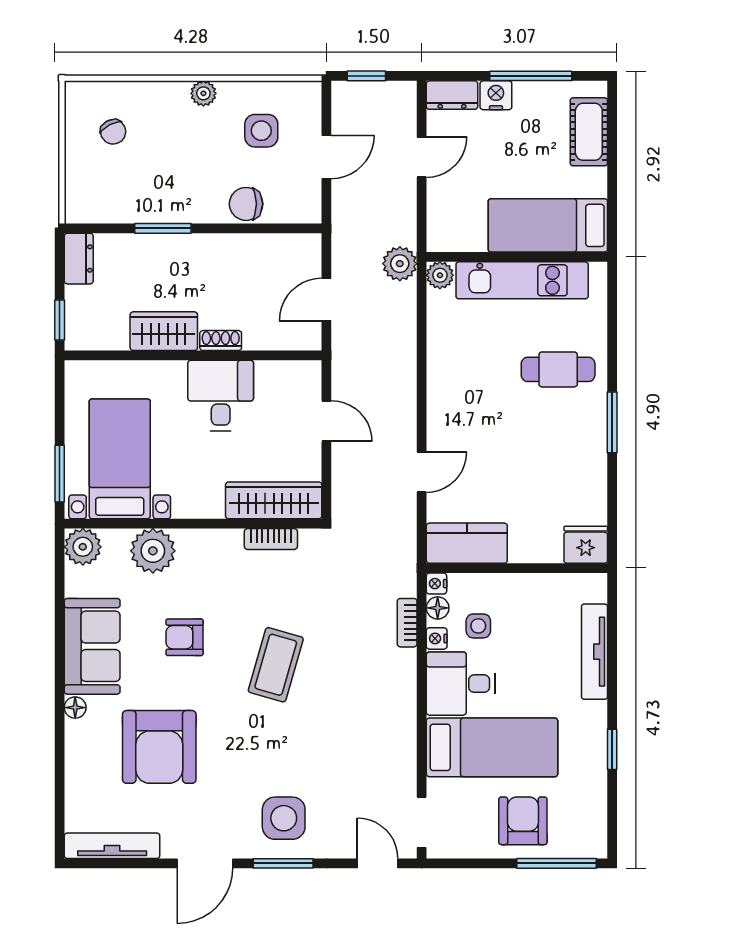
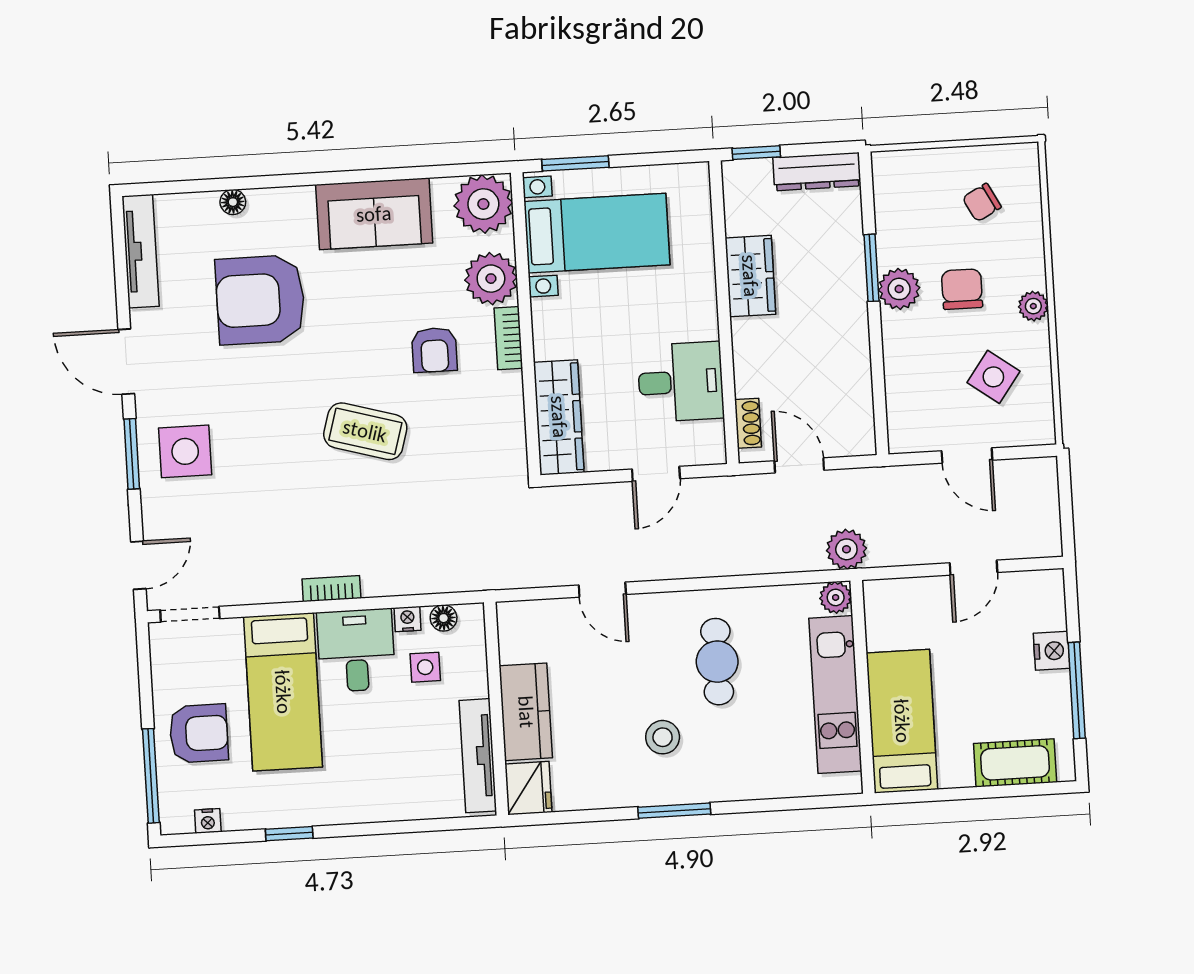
window: (366, 76) -> (1065, 497), removed
dresser: (452, 95) -> (1049, 599), removed
side table: (261, 131) -> (993, 377), turned 36
door: (422, 157) -> (974, 568), hinge flipped
chair: (246, 204) -> (962, 289), moved
plant: (182, 206) -> (899, 289), added
dresser: (79, 259) -> (817, 172), width x1.44
shoe rack: (221, 341) -> (748, 423), moved
cafe table: (558, 369) -> (717, 662), moved
desk: (221, 395) -> (681, 382), moved
stool: (549, 429) -> (663, 737), added
bookcase: (271, 539) -> (508, 338), moved
kitchen counter: (467, 543) -> (526, 712), moved
plant: (83, 547) -> (483, 204), width x1.36, depth x1.36
nightstand: (436, 584) -> (208, 821), moved, turned 180
bookcase: (407, 623) -> (331, 589), moved
armchair: (184, 637) -> (434, 350), moved, turned 180
tv unit: (594, 652) -> (478, 756), moved, turned -90
floor lamp: (75, 708) -> (233, 202), moved

